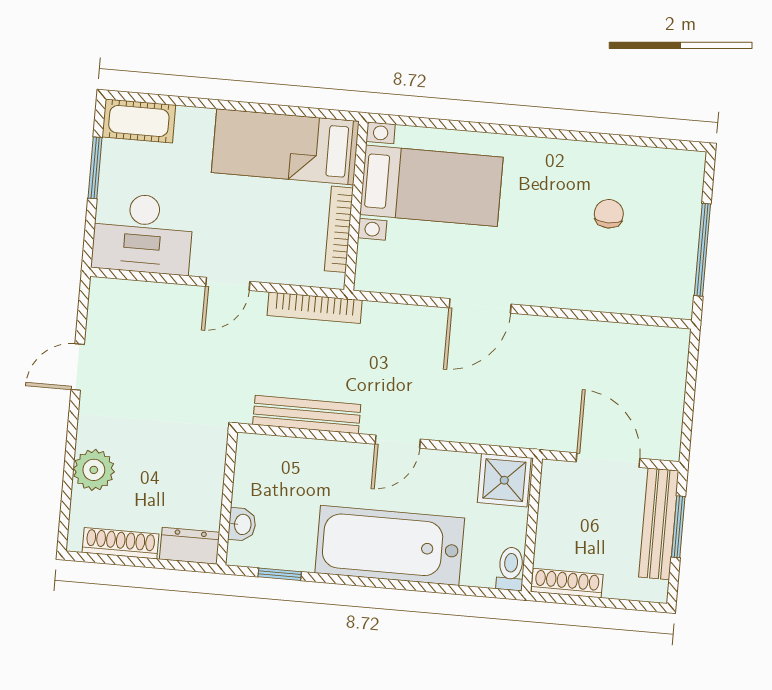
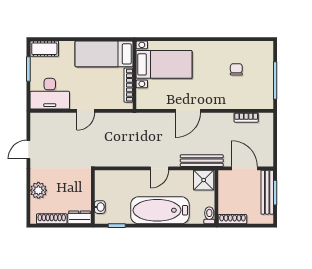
bookcase: (315, 308) -> (246, 117), moved, width x0.64
bench: (307, 415) -> (202, 161), moved

